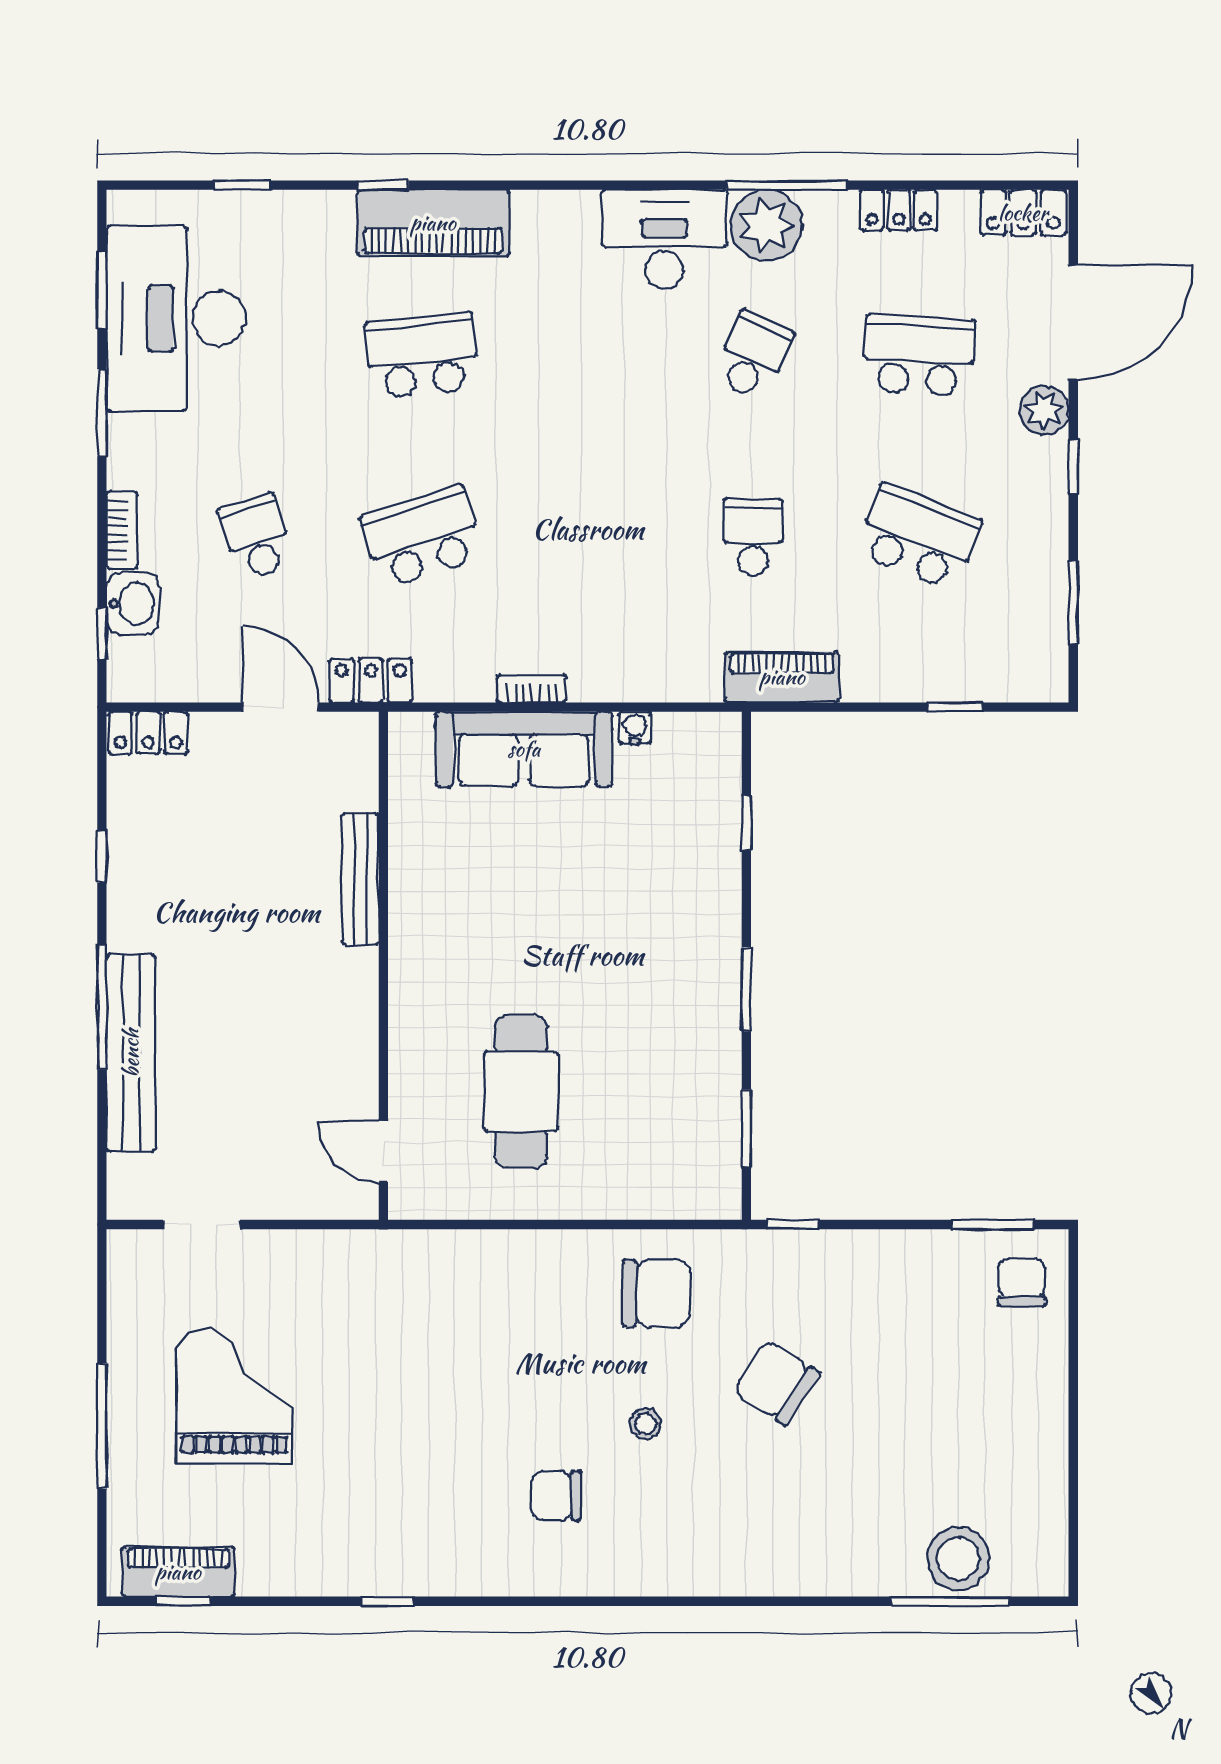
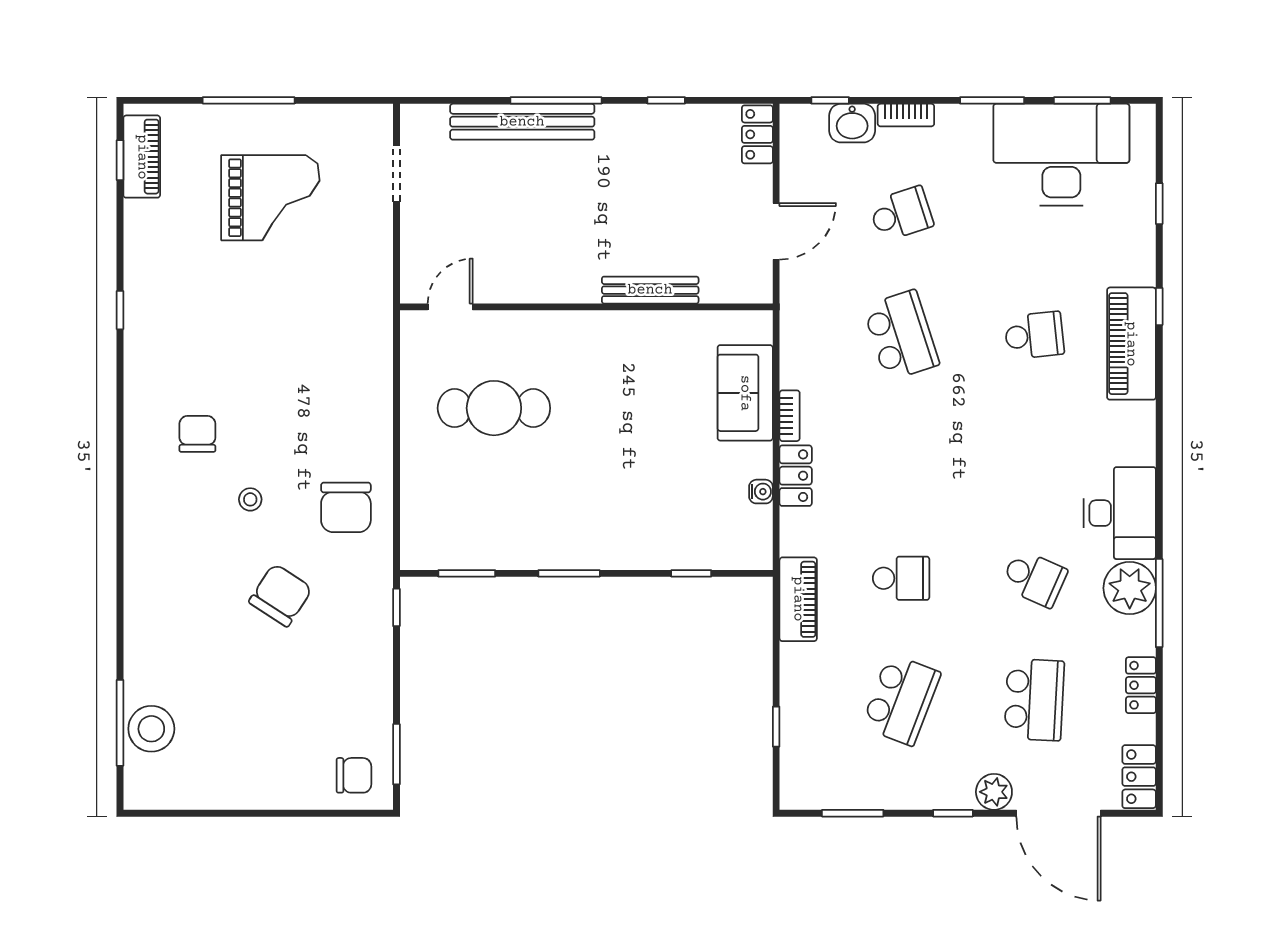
school desk: (422, 355) -> (1034, 335), width x0.54
locker: (371, 681) -> (796, 476), moved
sofa: (524, 749) -> (745, 393), width x0.73

